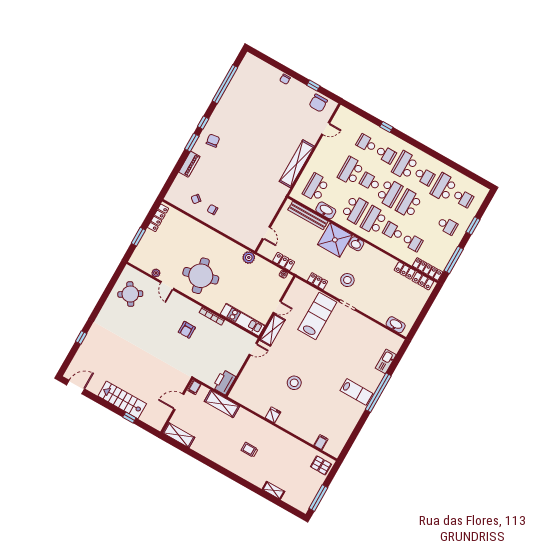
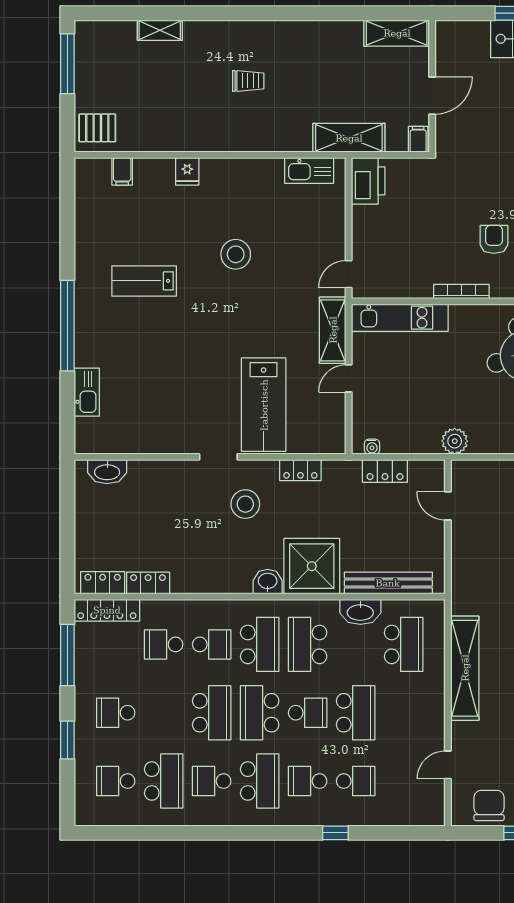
lab bench: (356, 392) -> (144, 281), moved
kitchen sink: (245, 400) -> (309, 170), added
fridge: (273, 415) -> (187, 171), moved

